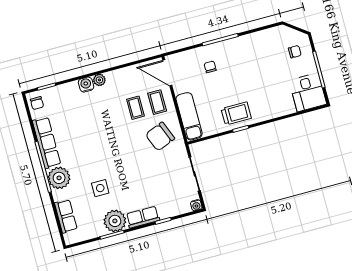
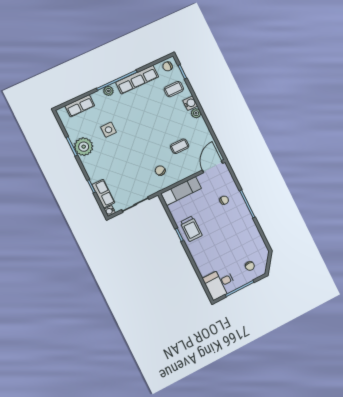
coffee table: (157, 102) -> (174, 89), moved
chair: (160, 137) -> (160, 171), width x0.54, depth x0.54
plant: (59, 178) -> (108, 91), width x0.53, depth x0.53
row of seats: (143, 217) -> (103, 194), moved

